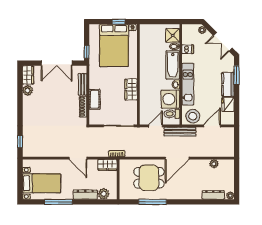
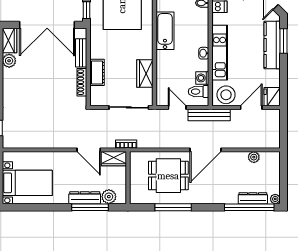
double door: (57, 63) -> (47, 25), width x1.36
bathtub: (173, 65) -> (165, 31), moved, turned 180
kitchen counter: (228, 84) -> (272, 45), width x1.50
wardrobe: (131, 89) -> (145, 73), moved
washing machine: (170, 99) -> (202, 78), width x0.53, depth x0.53
fridge: (228, 104) -> (272, 97), moved
door: (156, 126) -> (177, 107), hinge flipped
door: (78, 158) -> (89, 150), moved
window: (58, 202) -> (90, 207), moved
window: (210, 202) -> (249, 207), added

